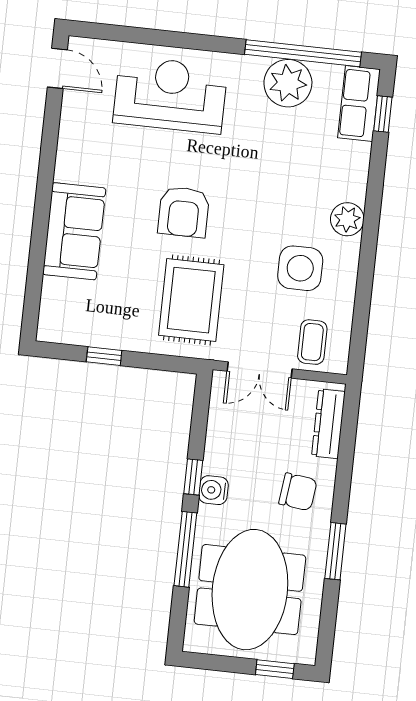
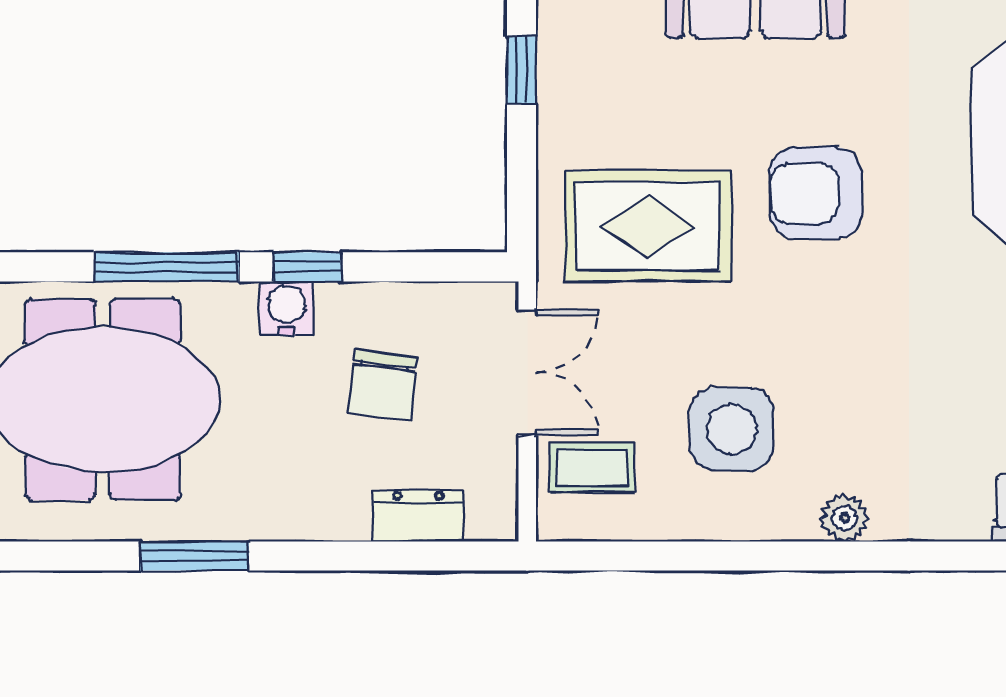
plant: (347, 219) -> (845, 518), width x0.73, depth x0.73
double door: (260, 370) -> (527, 372), swing flipped
dresser: (328, 424) -> (418, 516), width x0.70
chair: (298, 492) -> (382, 385), moved

